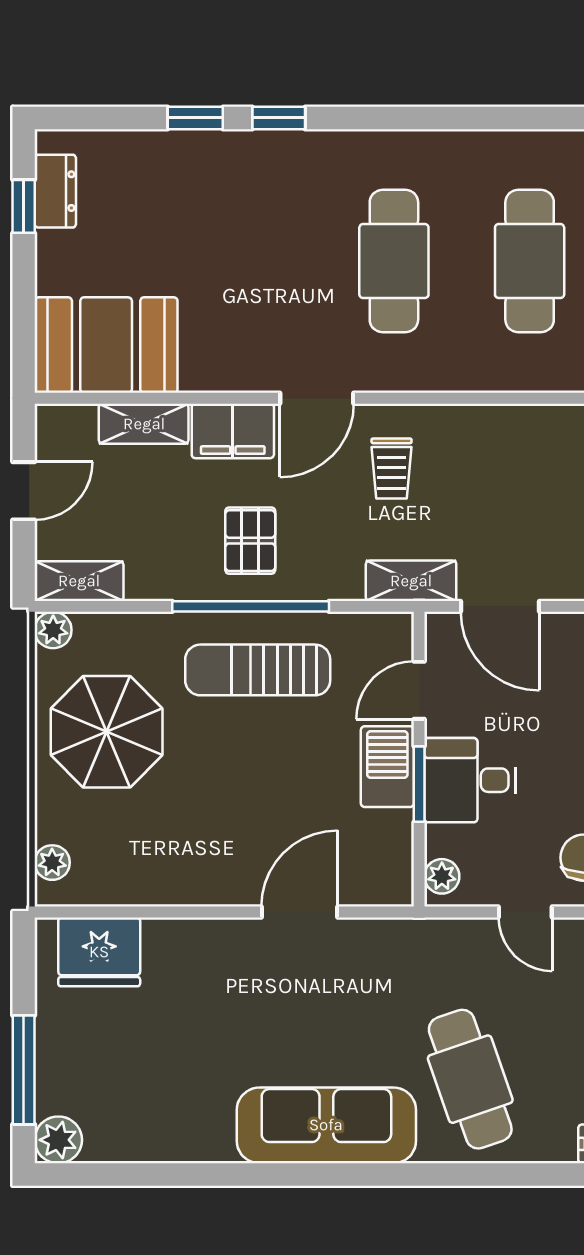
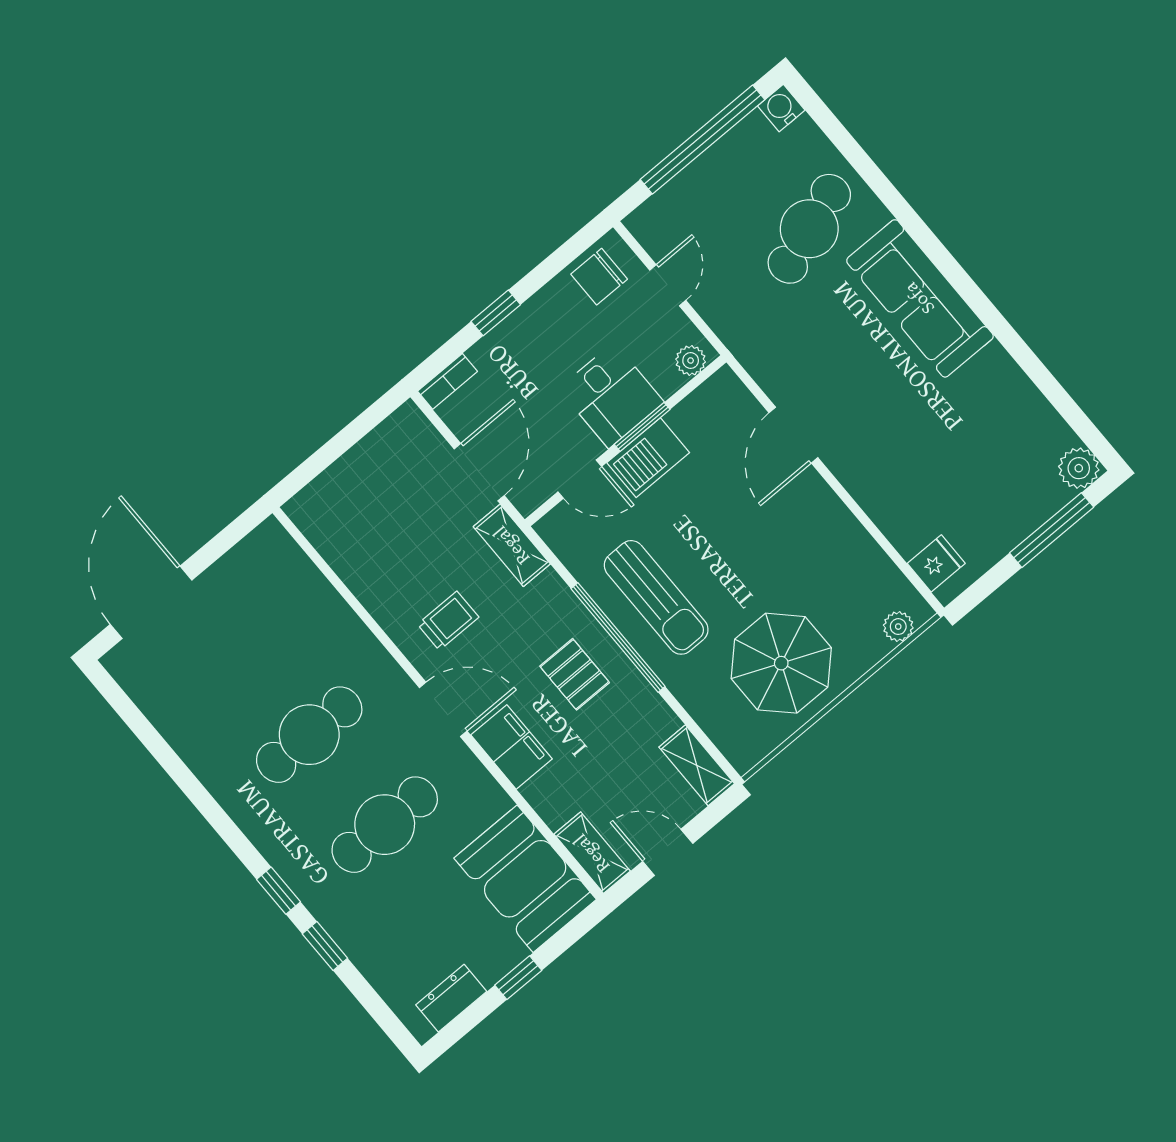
window: (24, 206) -> (518, 978), moved
cafe table: (530, 261) -> (385, 825), moved
shelving: (144, 424) -> (592, 853), moved
pallet: (250, 541) -> (575, 674), turned 90
plant: (53, 630) -> (744, 755), removed
door: (299, 912) -> (793, 435), hinge flipped
fridge: (99, 952) -> (936, 563), width x0.53, depth x0.75

